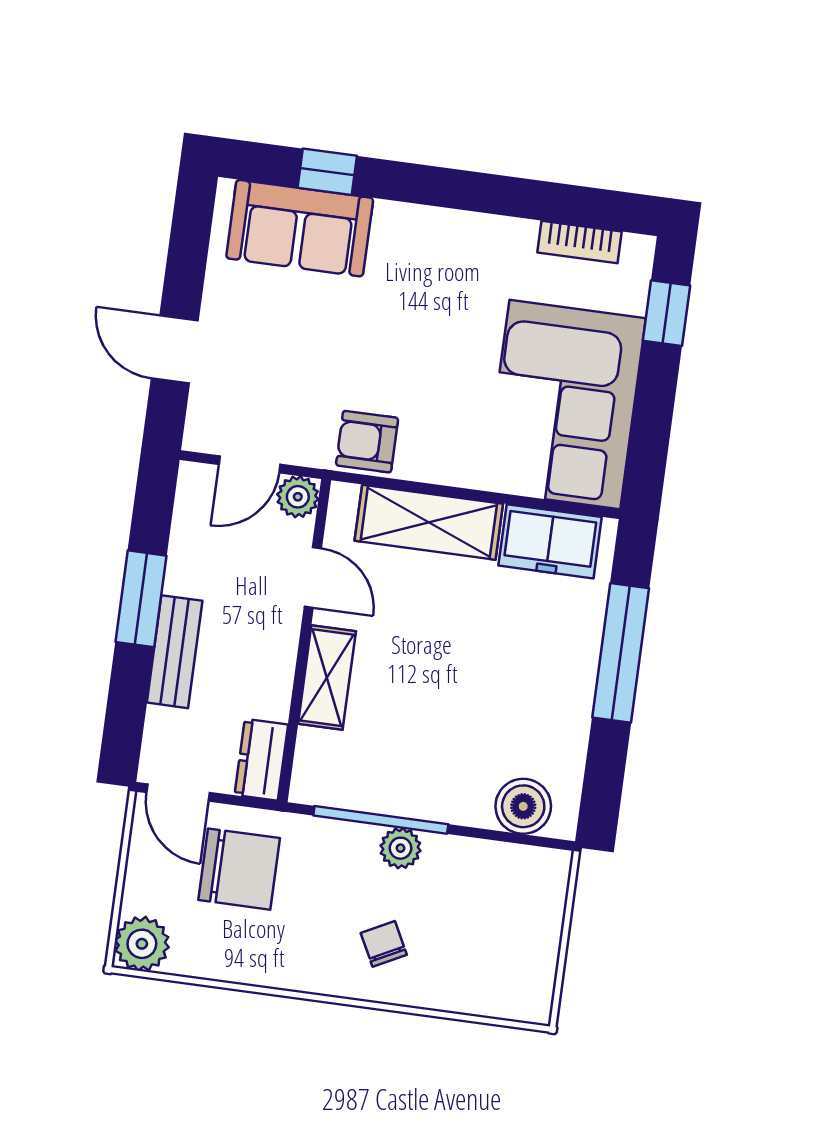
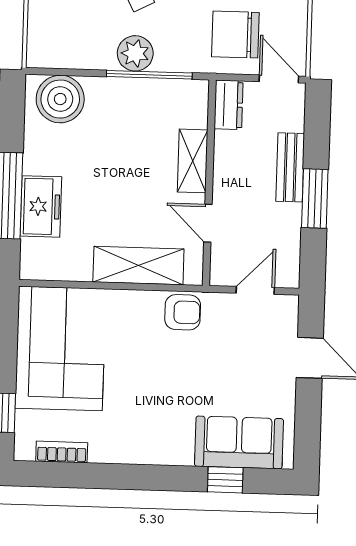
plant: (298, 497) -> (223, 273), removed
freezer: (550, 541) -> (41, 206), moved, turned 90
boiler: (523, 806) -> (60, 99), width x1.37, depth x1.37
plant: (400, 848) -> (135, 53), width x1.38, depth x1.38

